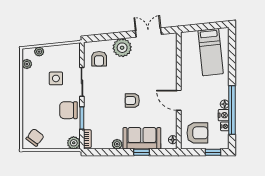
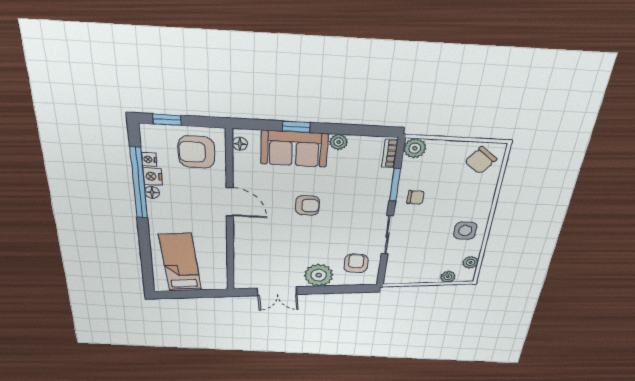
side table: (56, 78) -> (465, 231), moved
chair: (69, 110) -> (416, 197), width x0.54, depth x0.54

